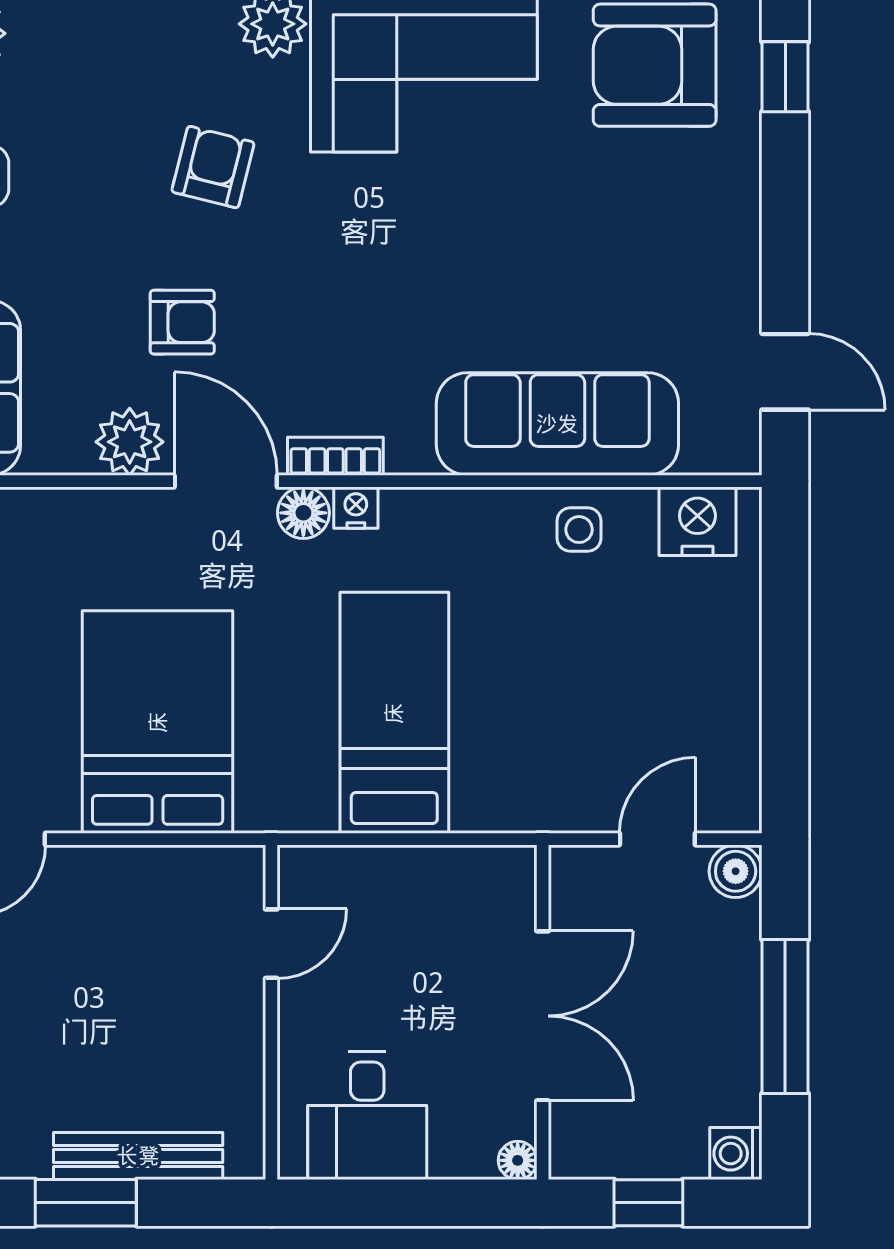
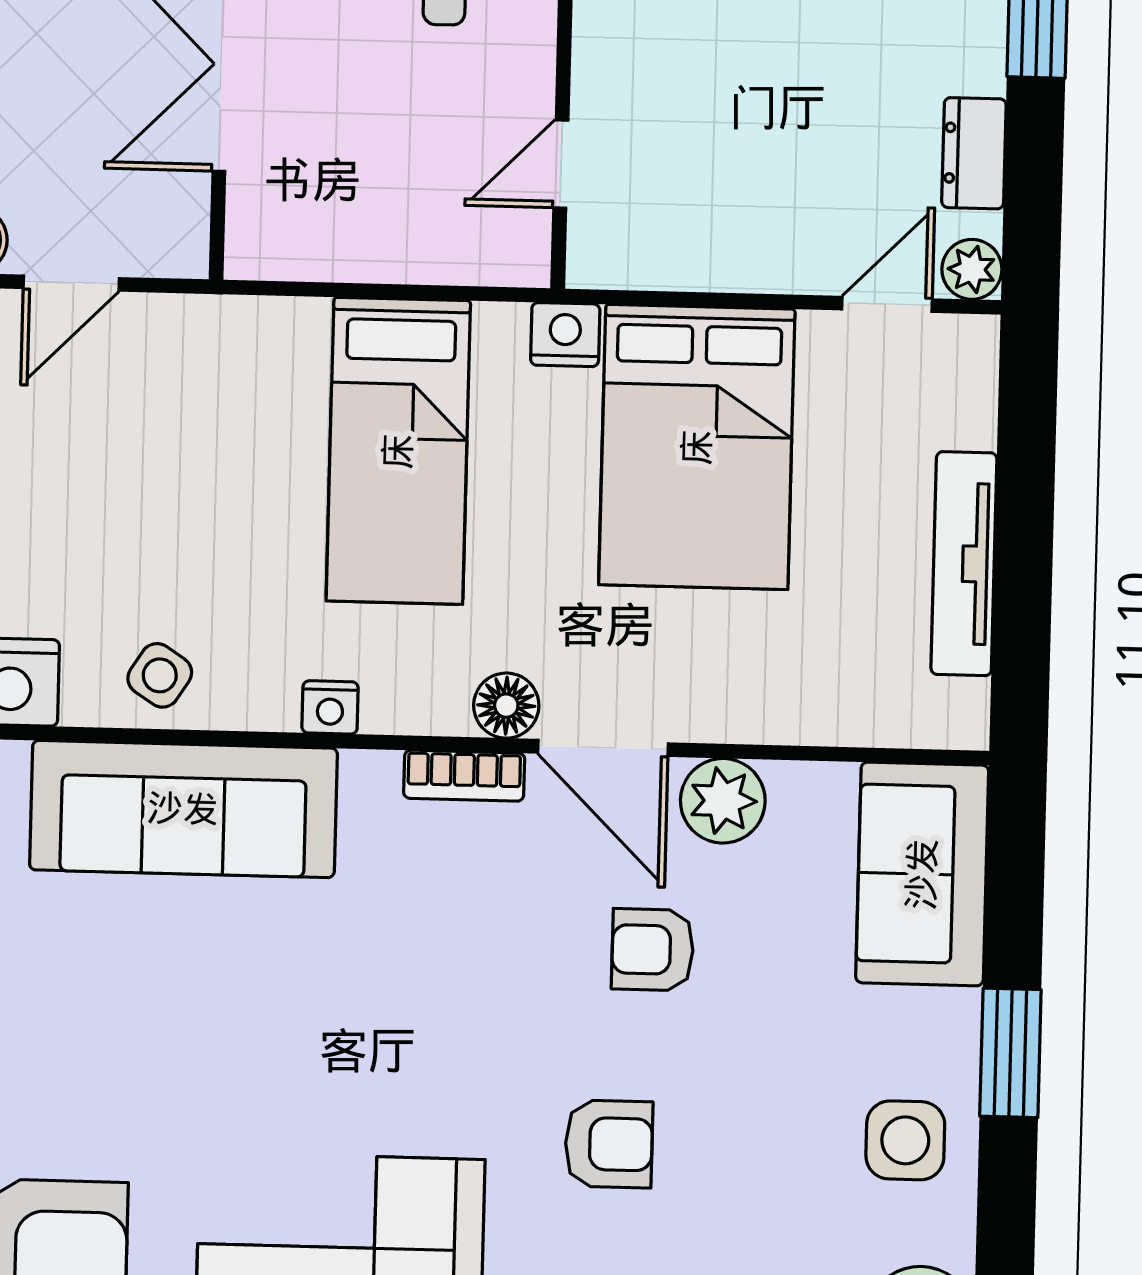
armchair: (213, 167) -> (609, 1144), turned -104
nightstand: (356, 508) -> (330, 707), moved
side table: (579, 530) -> (160, 675), turned 33
nightstand: (264, 808) -> (565, 335), added

